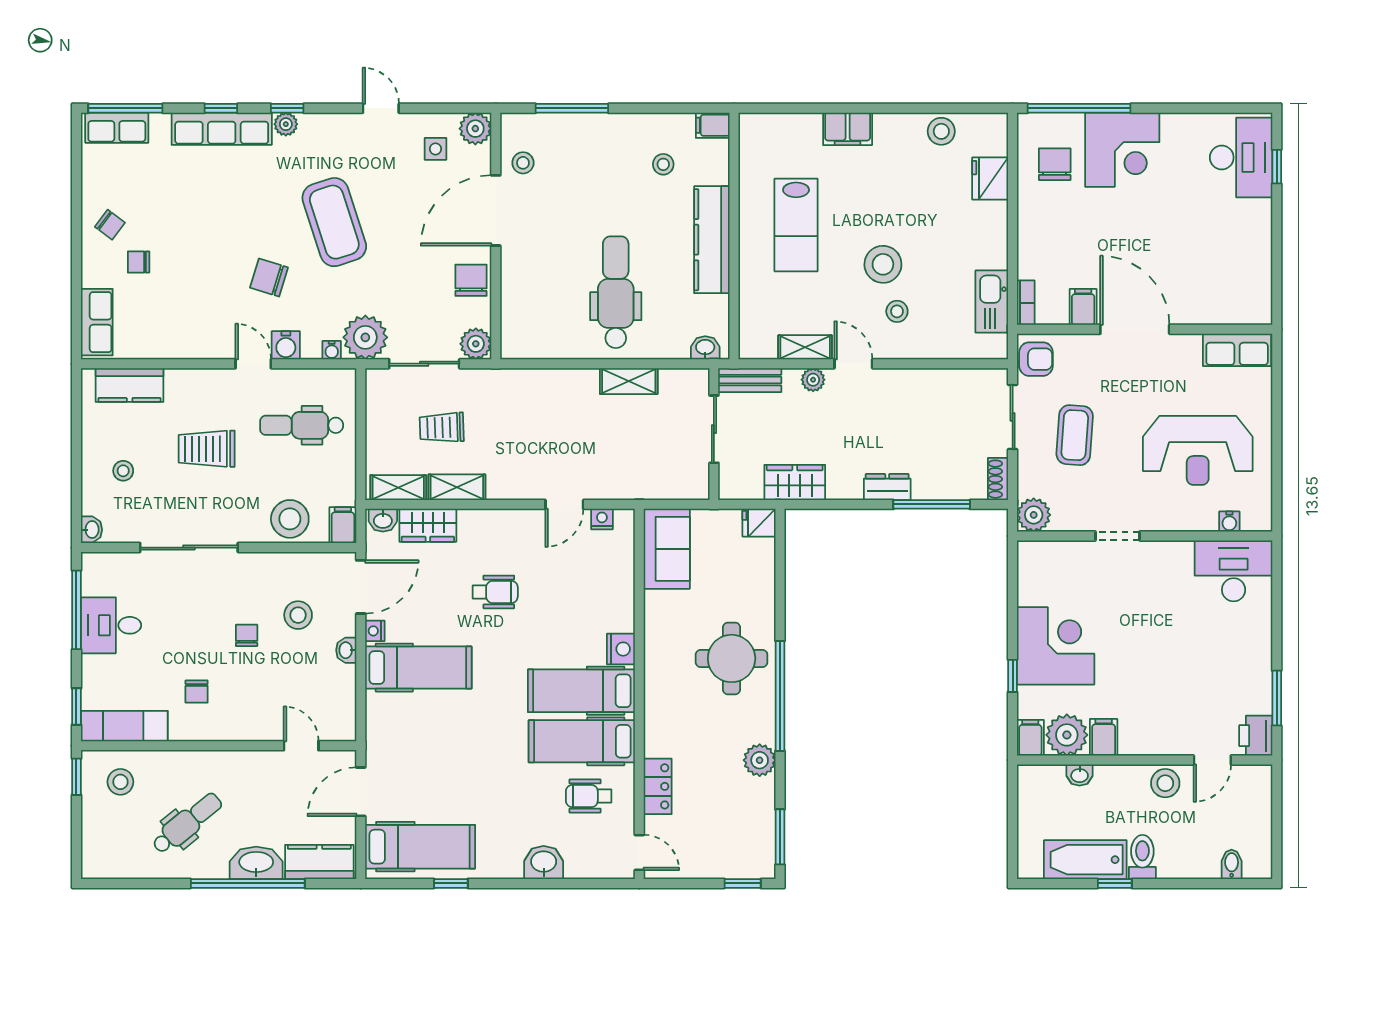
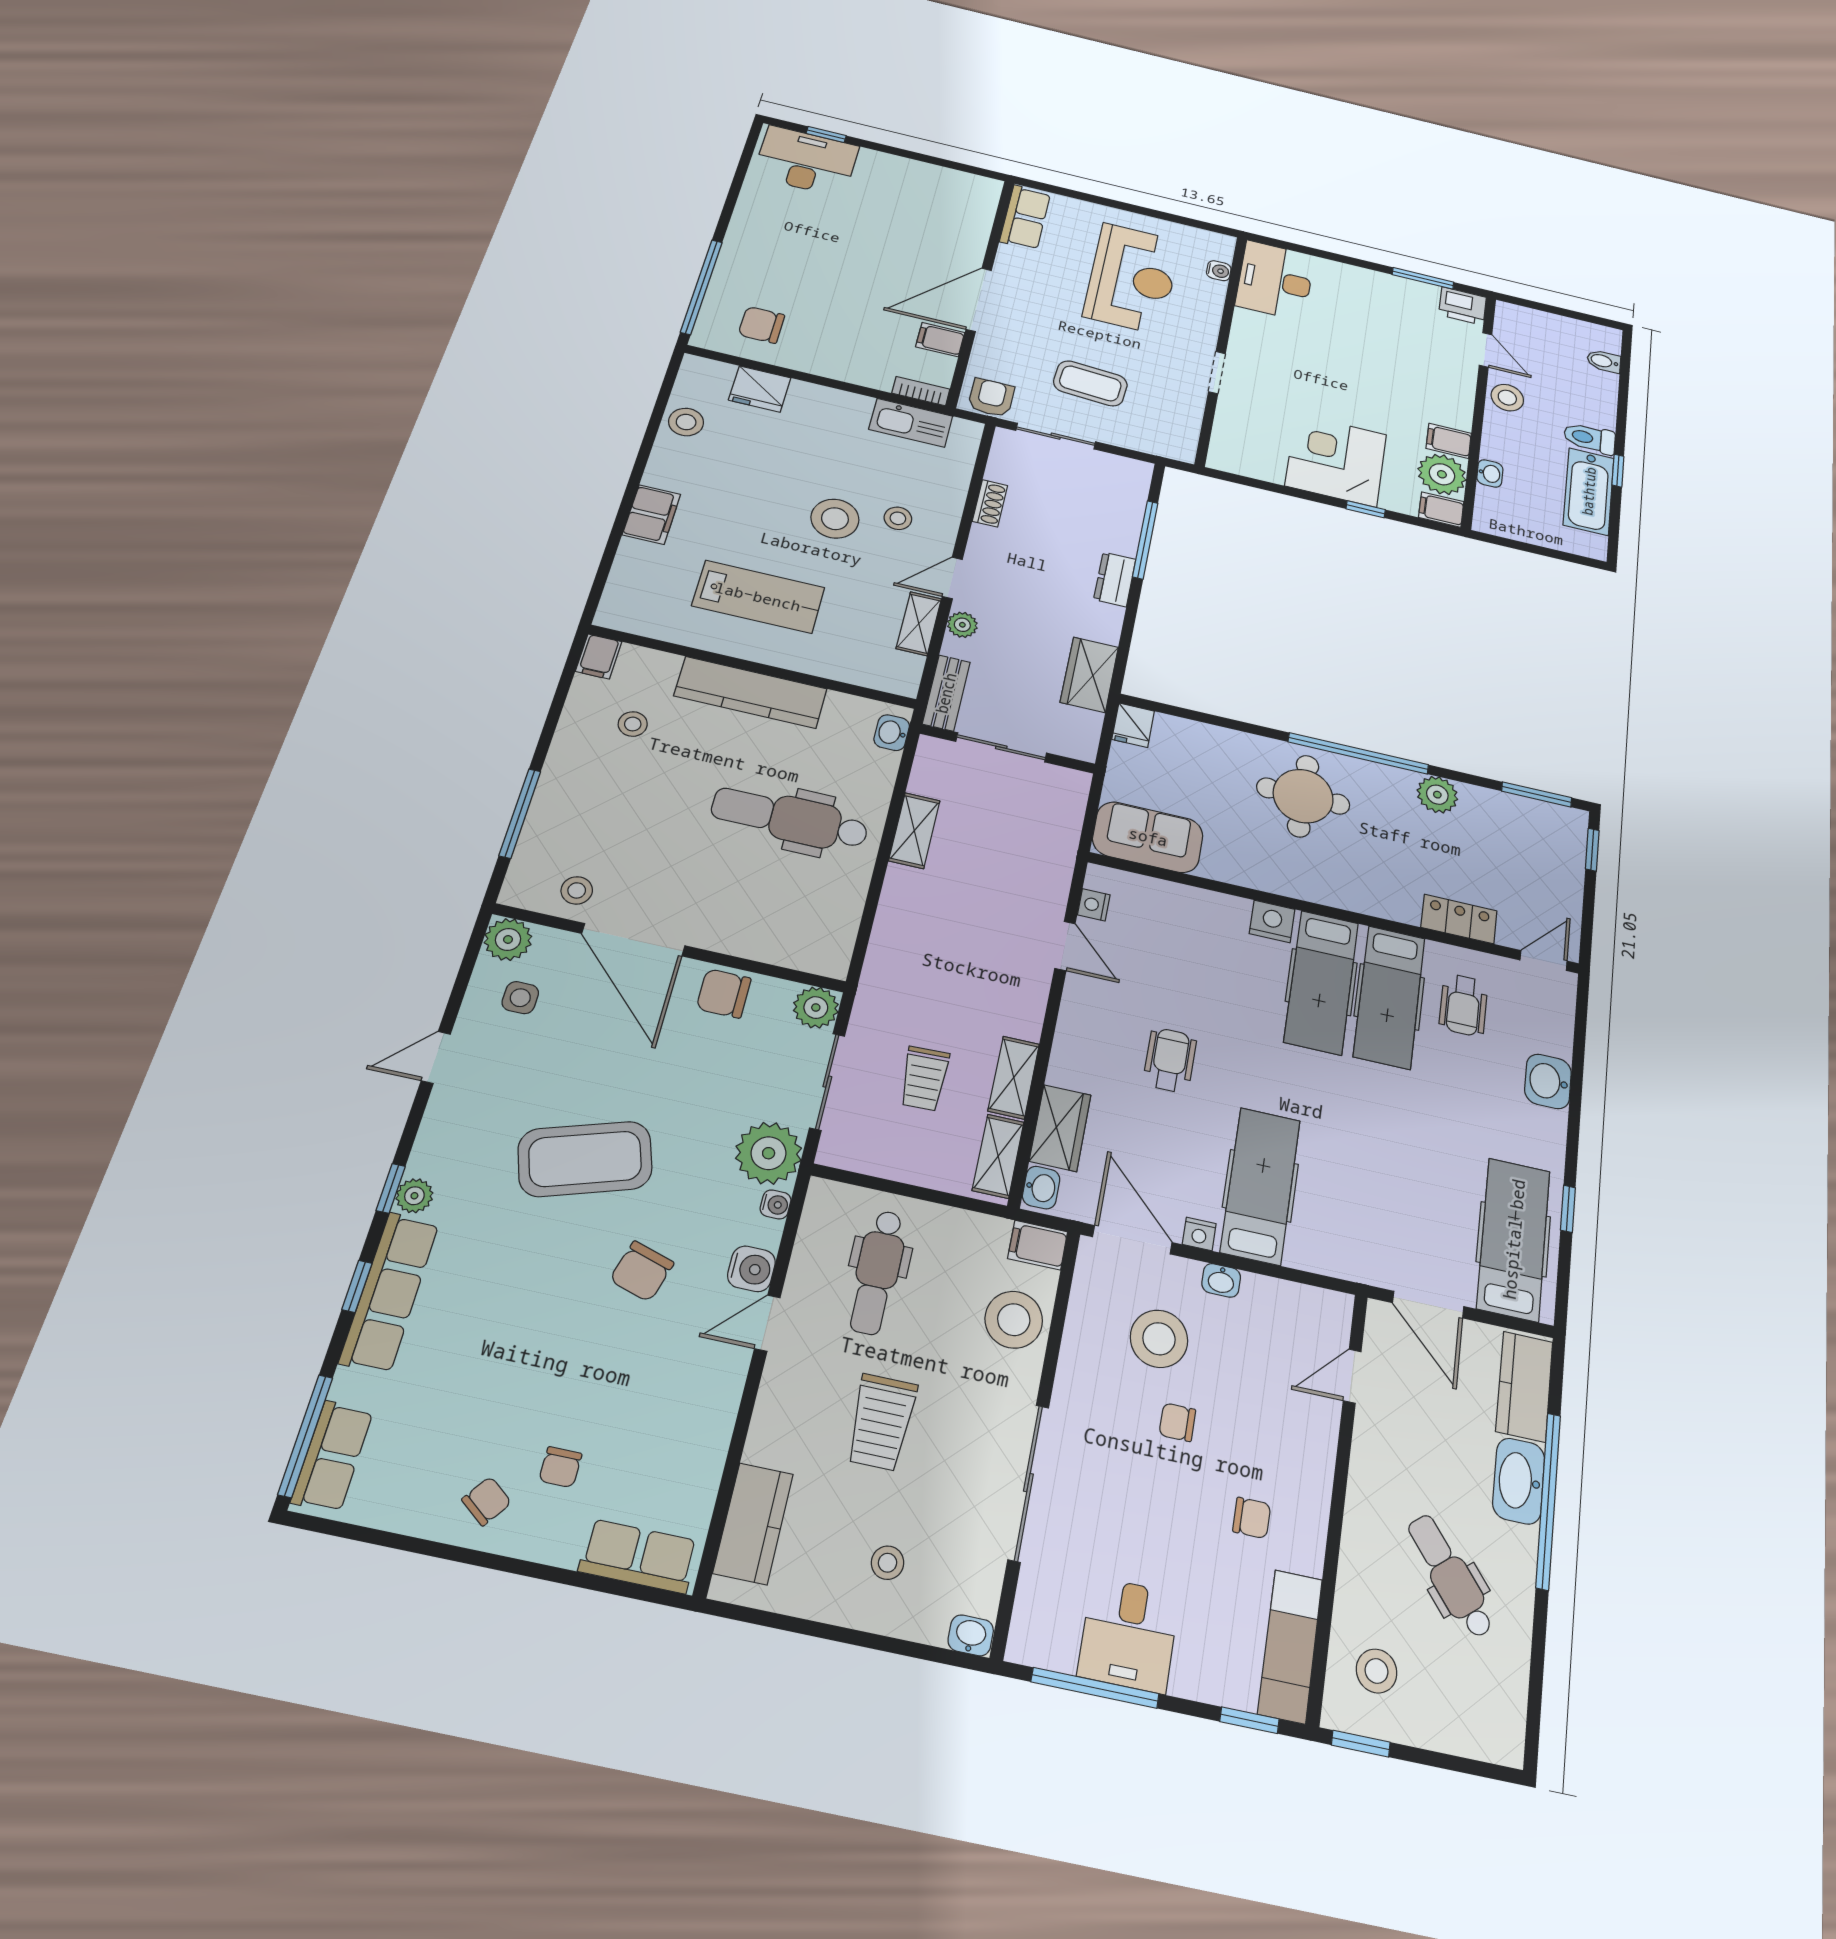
corner desk: (1122, 150) -> (764, 260), removed
shoe rack: (998, 479) -> (990, 503), moved, turned -90
plant: (1034, 515) -> (1177, 444), removed
stool: (298, 615) -> (1159, 1339), width x1.38, depth x1.38

